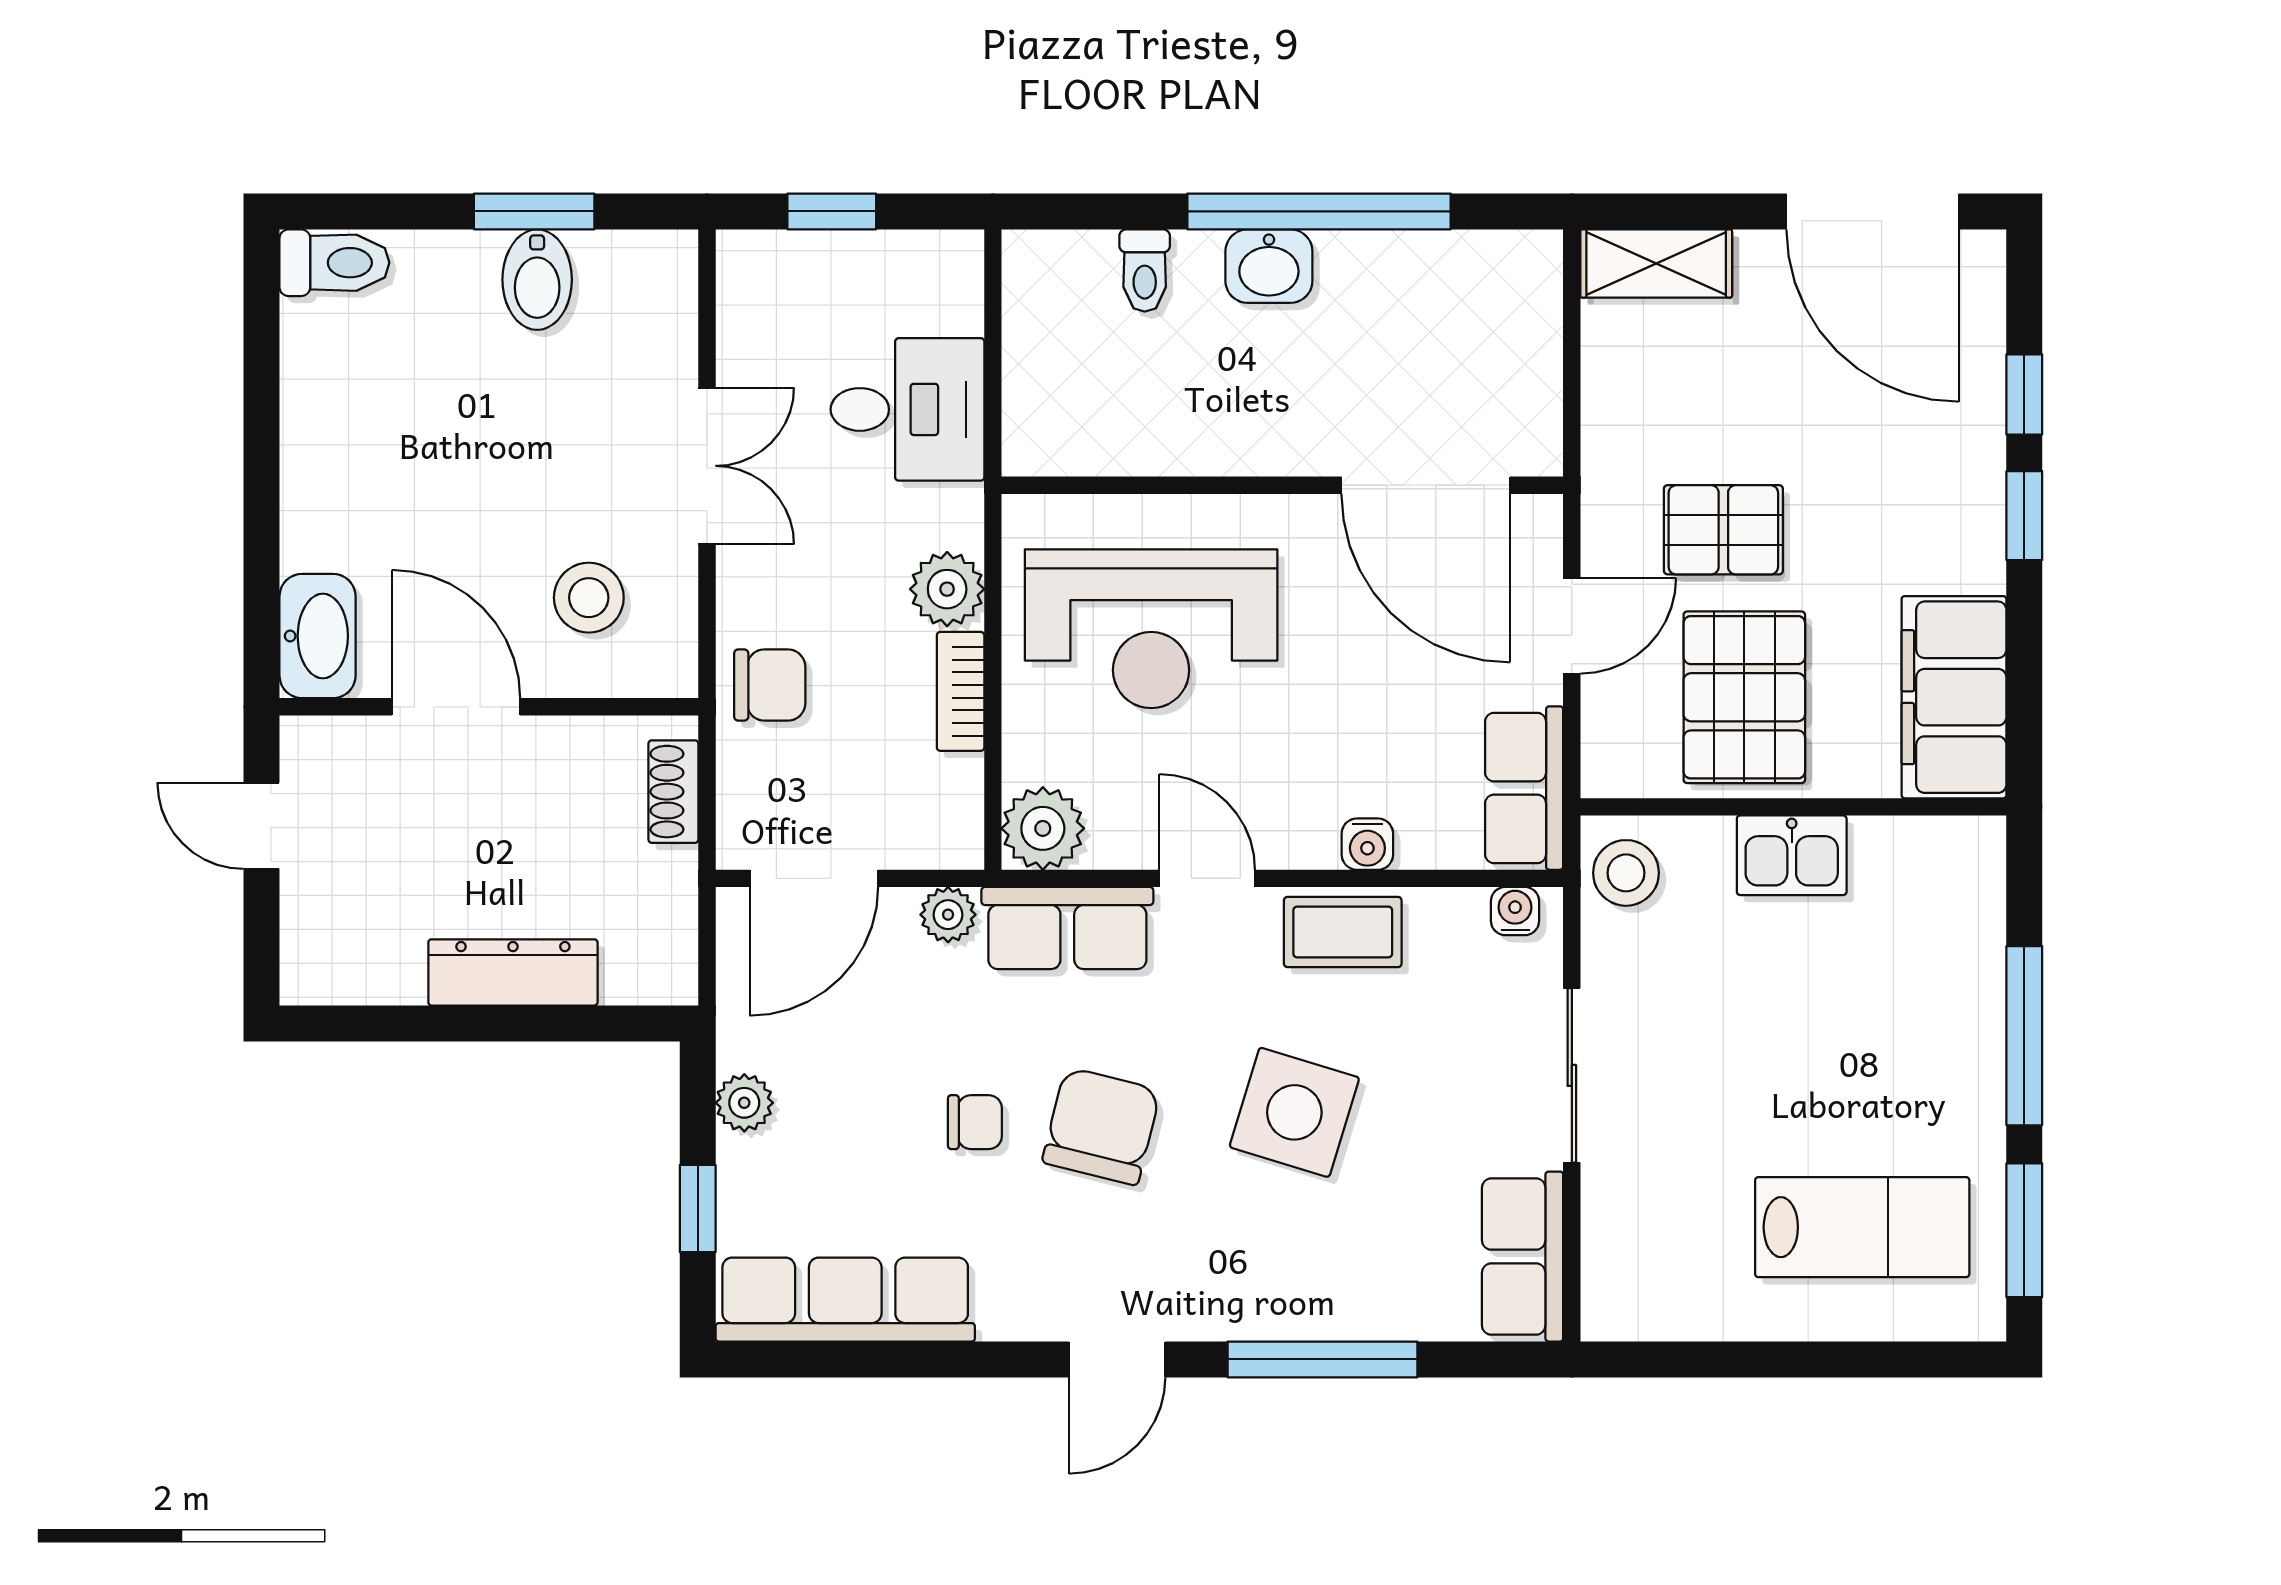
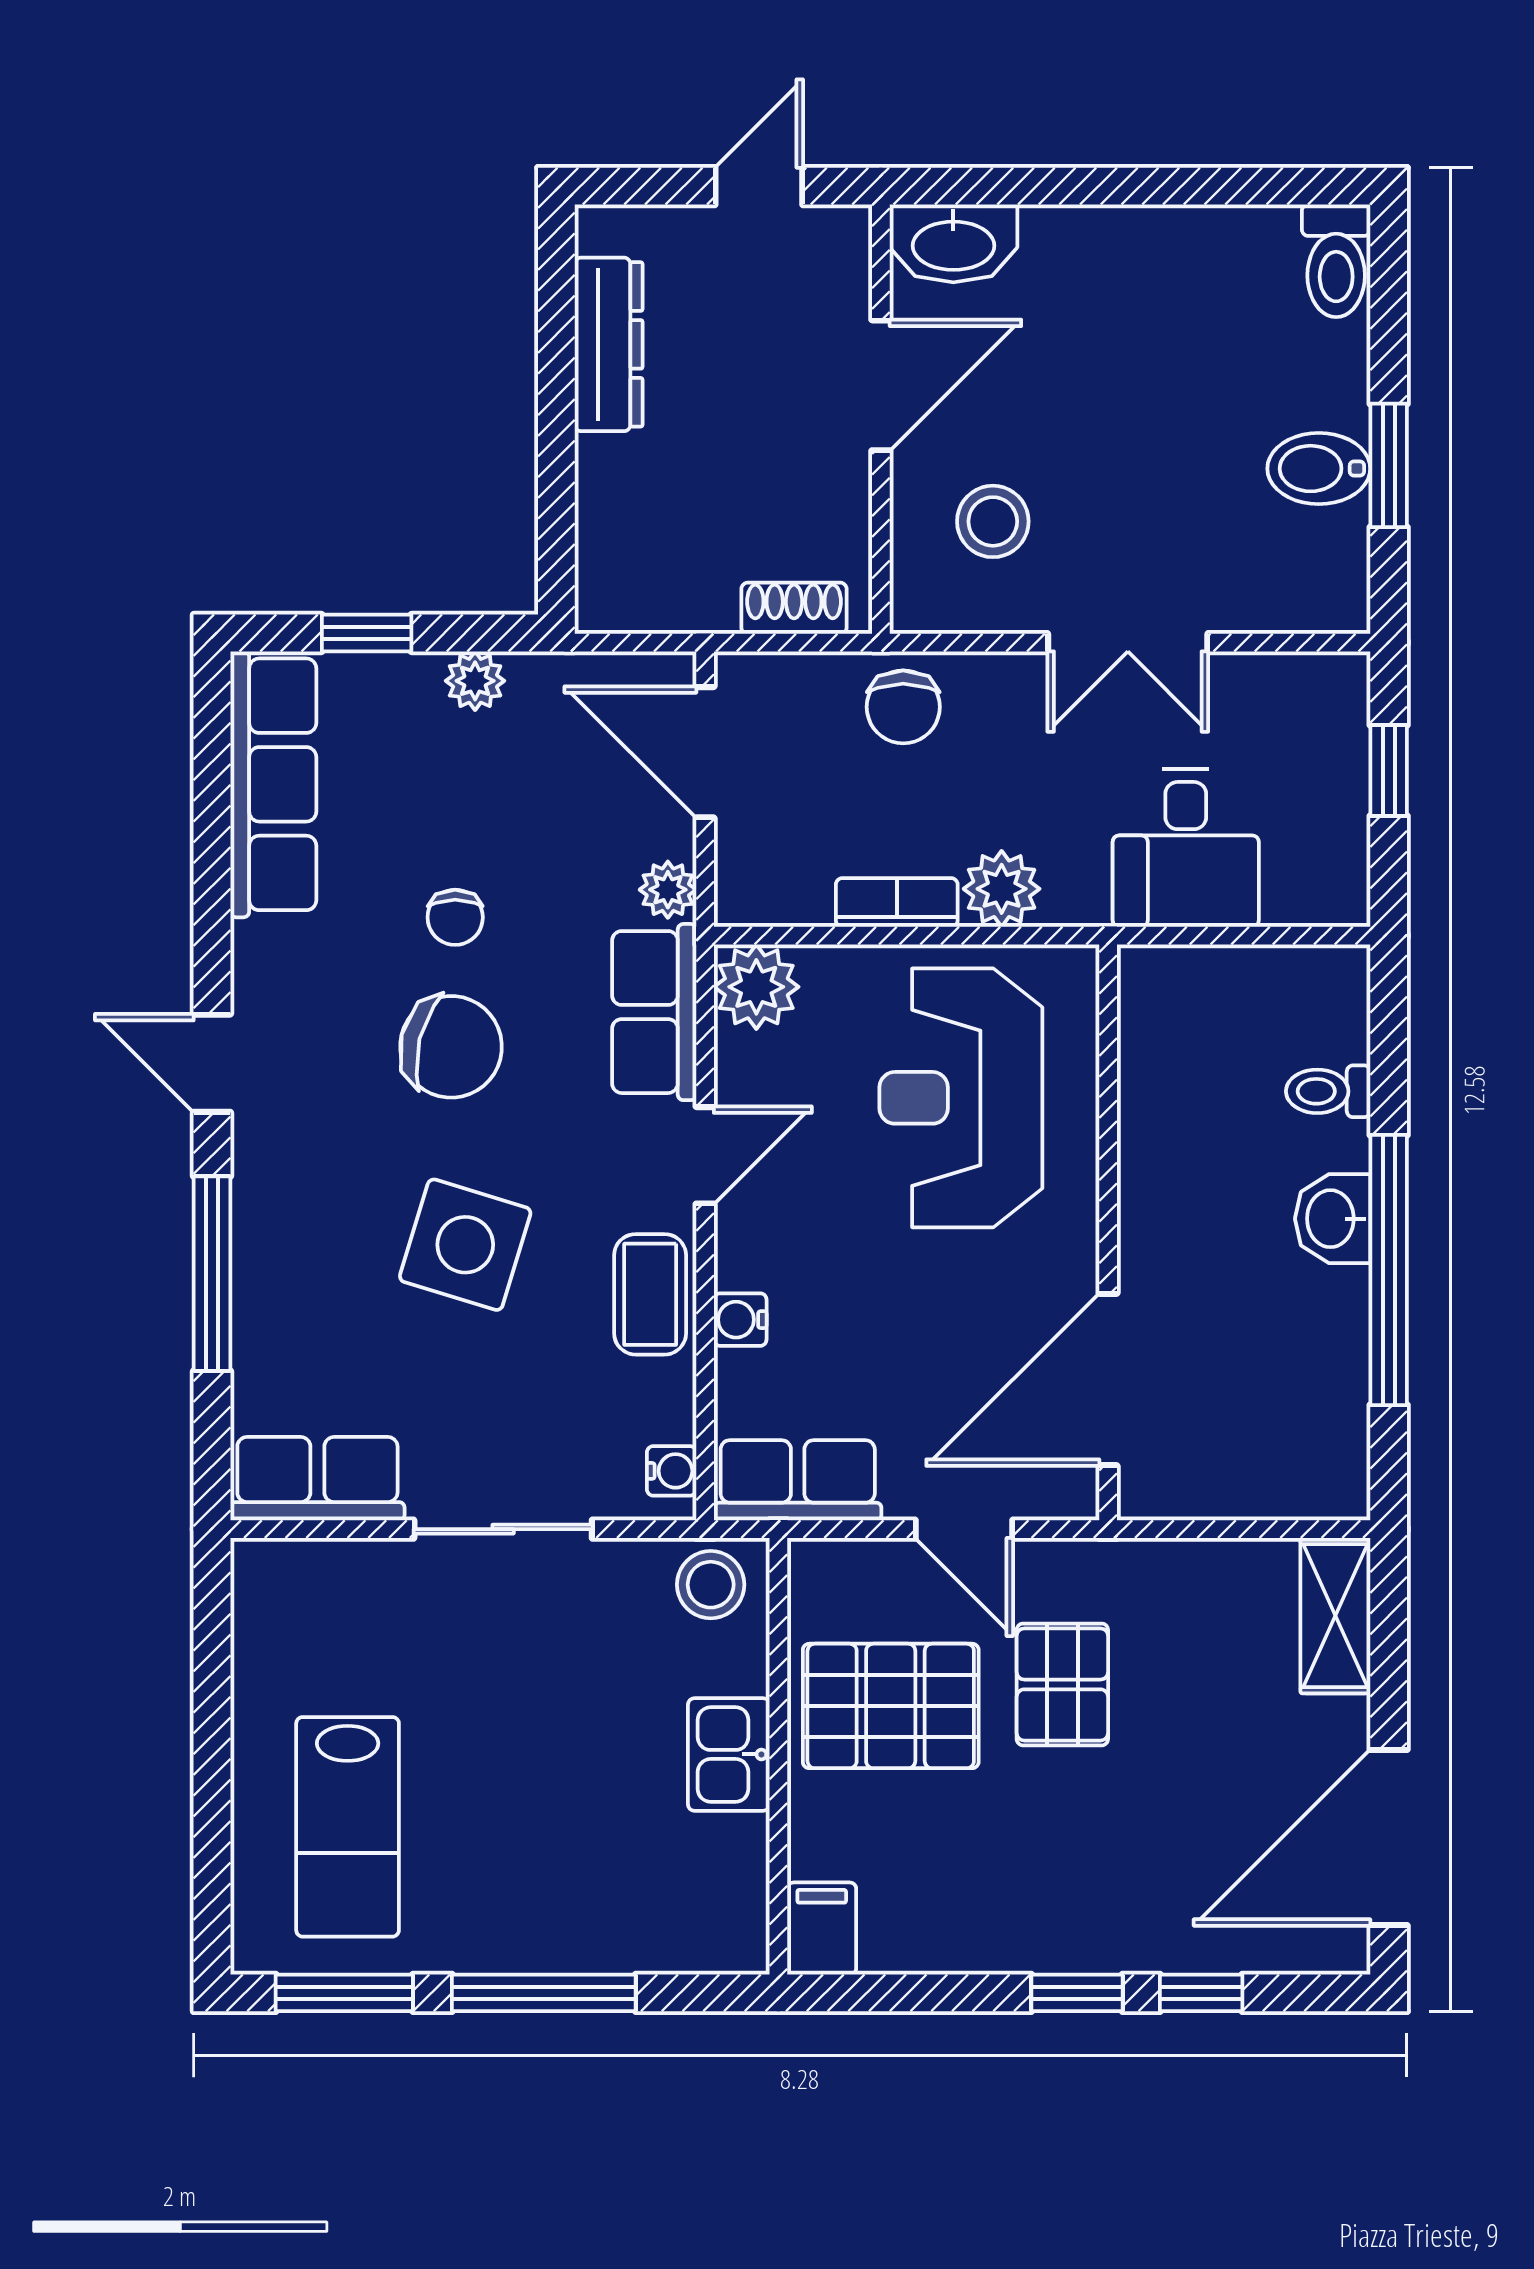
filing cabinet: (1954, 697) -> (822, 1929), width x0.33, depth x0.86
dresser: (513, 972) -> (609, 344), moved

